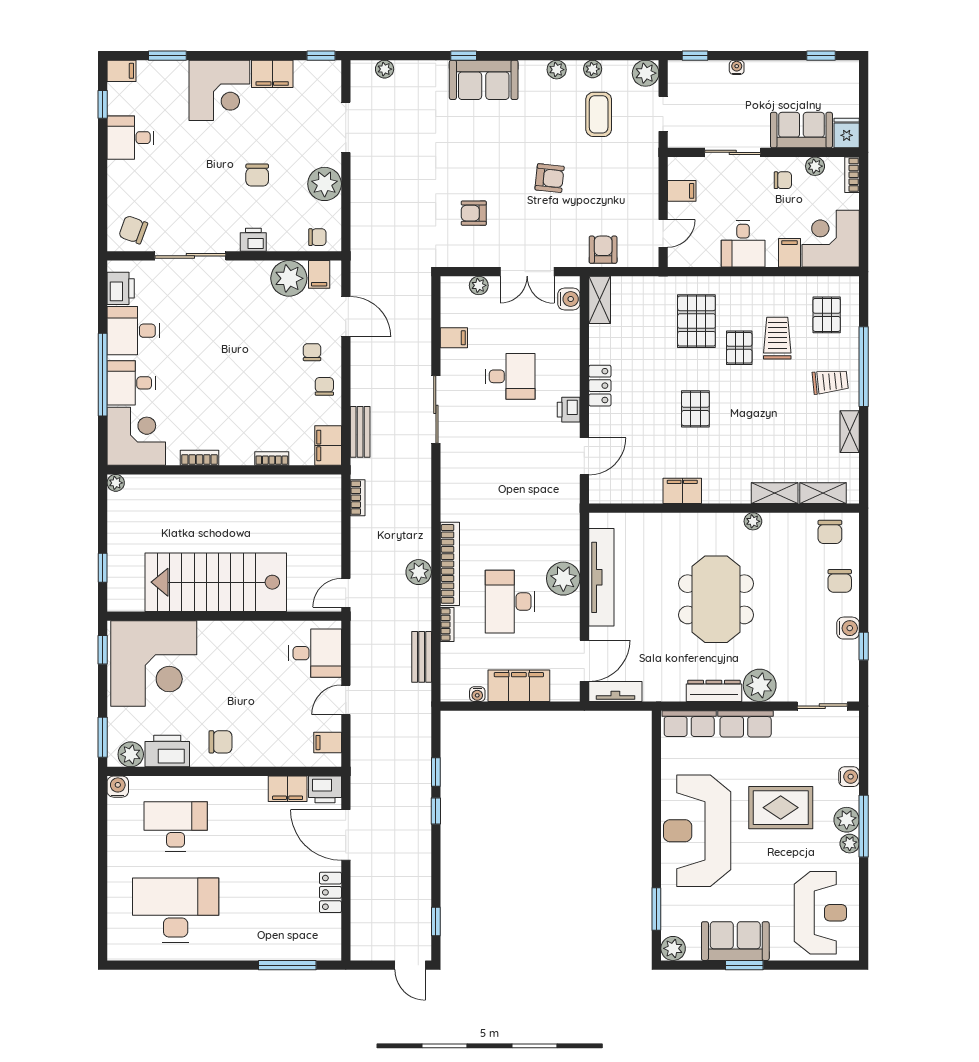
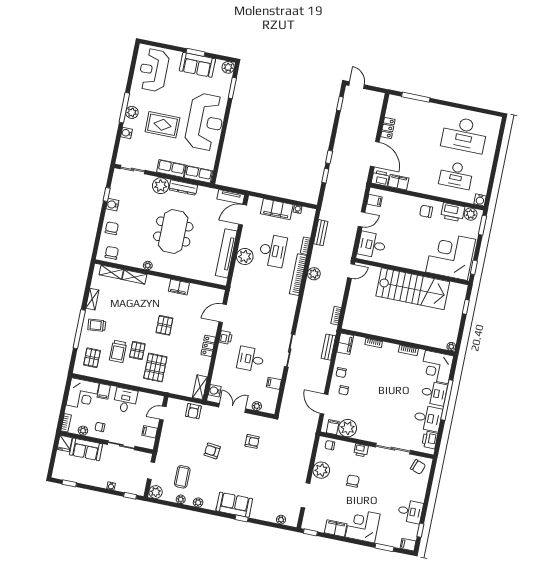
plant: (850, 844) -> (133, 101), removed

